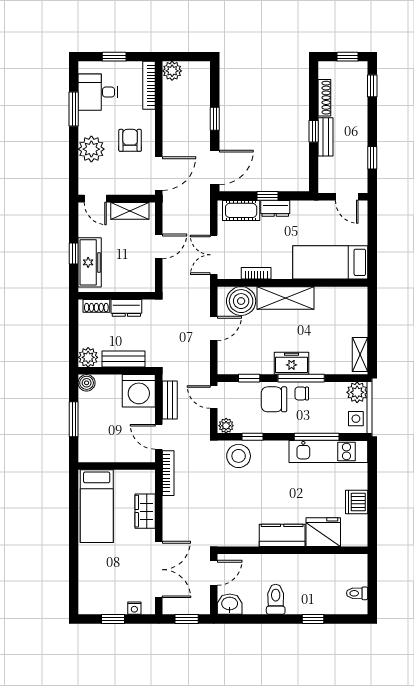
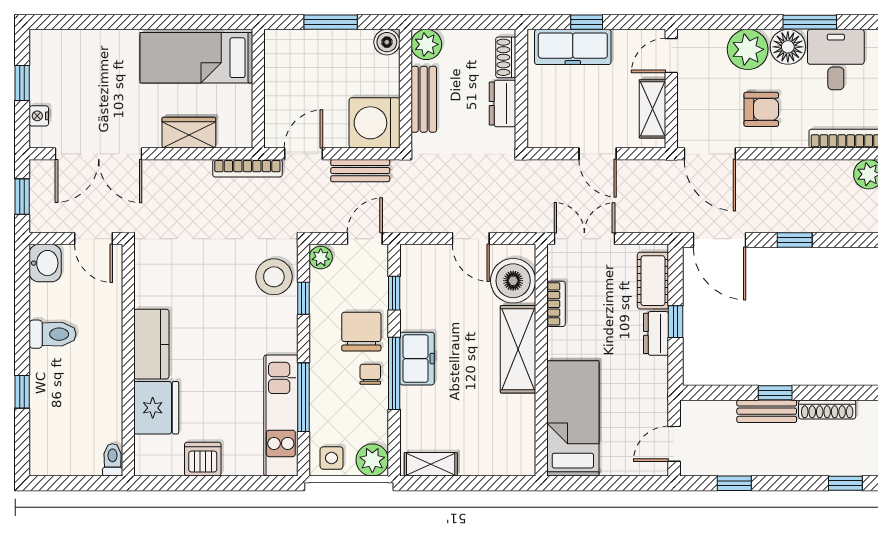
floor lamp: (90, 123) -> (788, 47), added
toilet: (357, 593) -> (113, 460), moved

